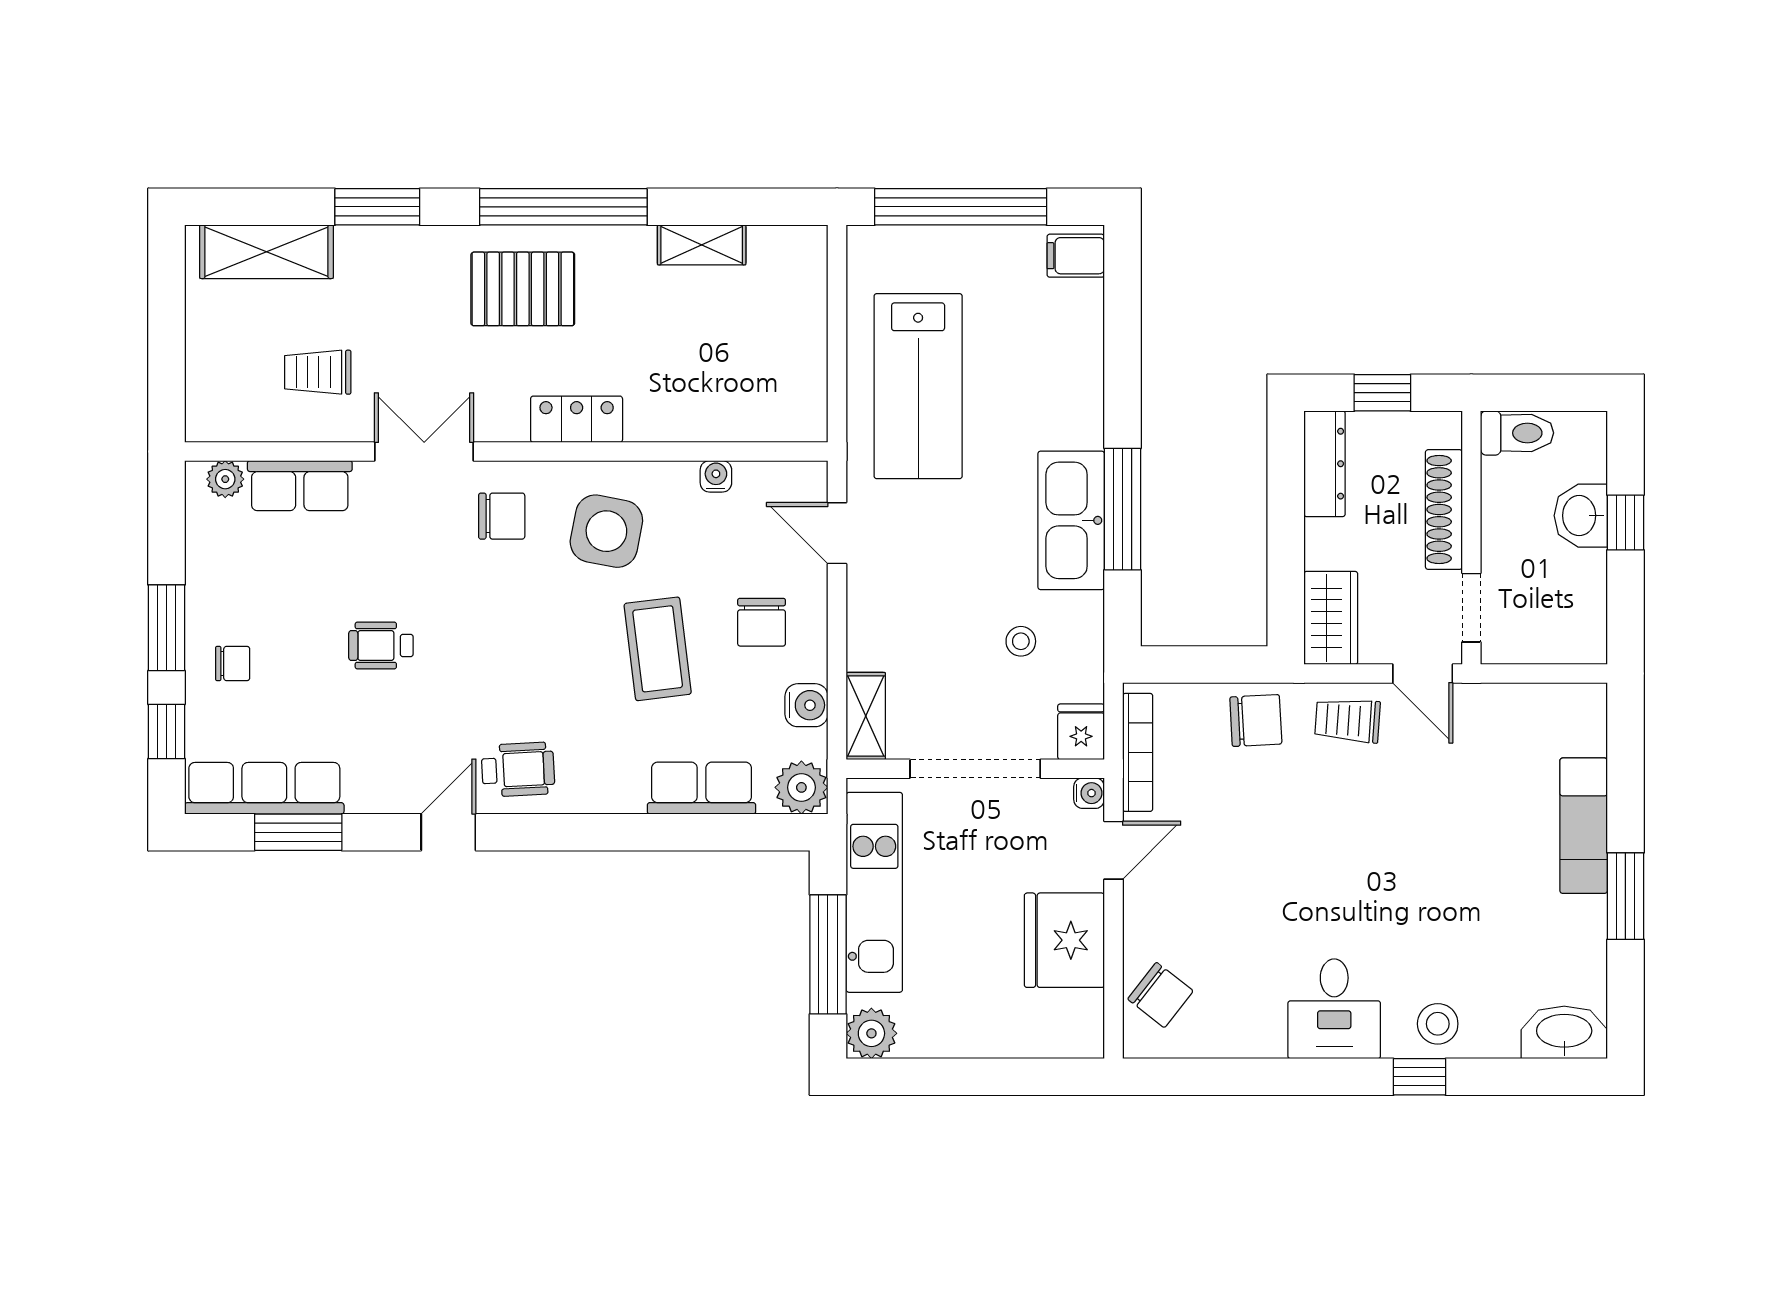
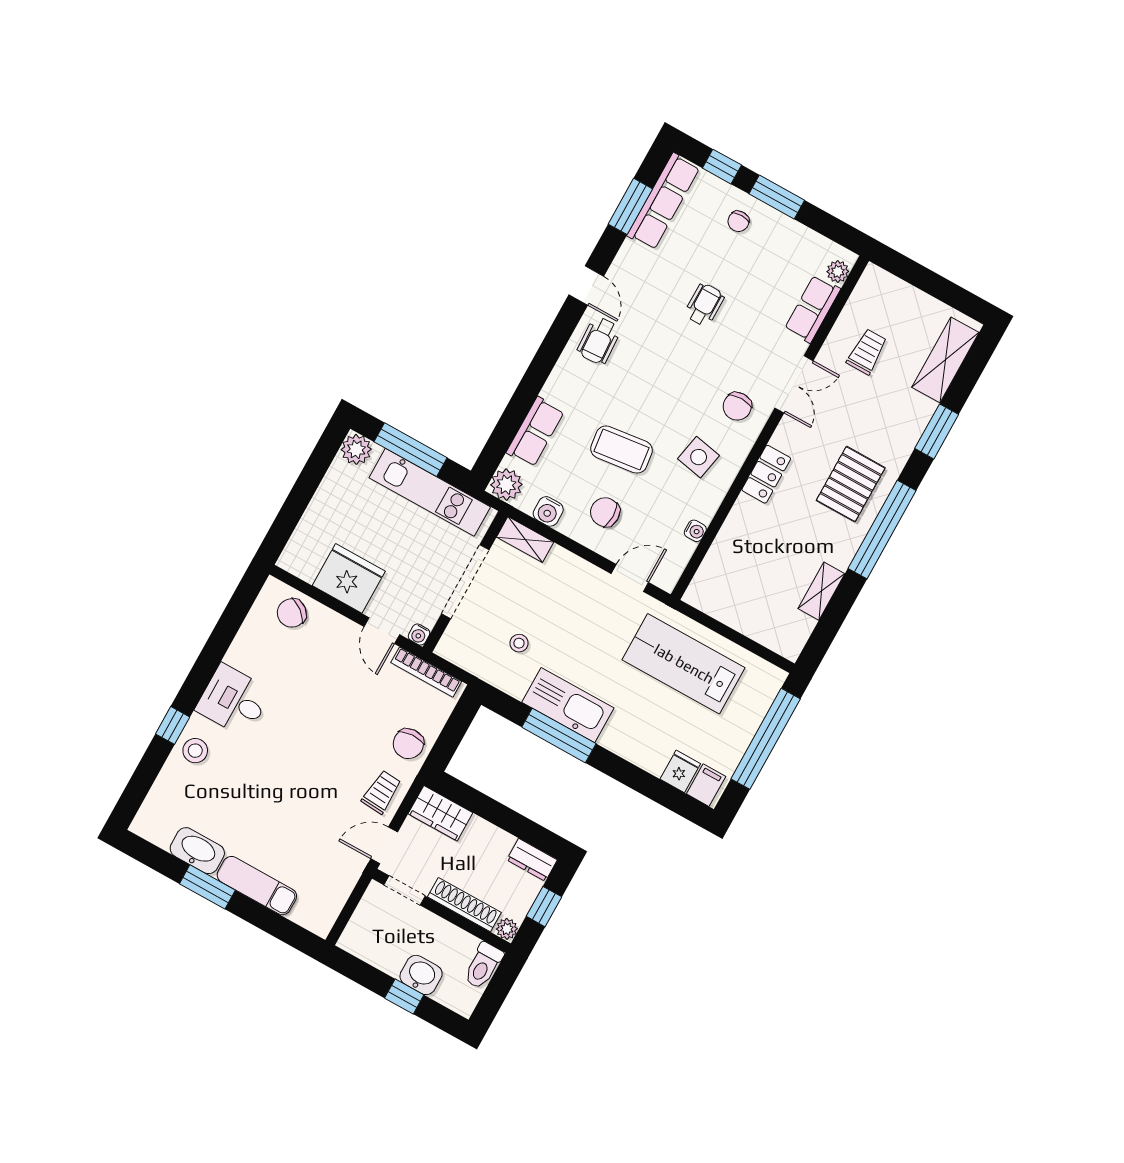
plant: (1445, 428) -> (507, 929), added
dresser: (1324, 464) -> (532, 860), width x0.70
side table: (606, 531) -> (699, 457), width x0.73, depth x0.73
fridge: (1081, 732) -> (680, 771), moved, turned -90
washbasin: (1564, 1032) -> (197, 851), moved, turned -90

